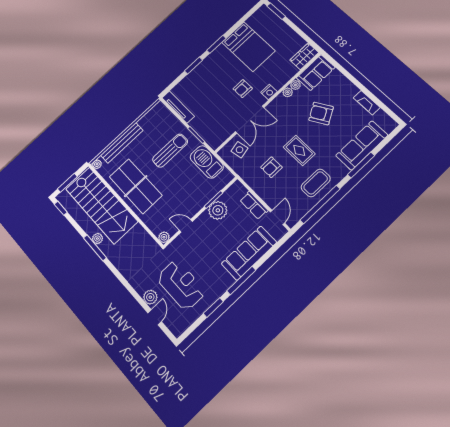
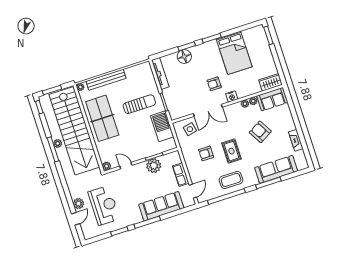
floor lamp: (196, 77) -> (184, 57), added
stairs: (101, 205) -> (74, 131), width x1.36

